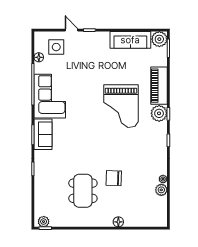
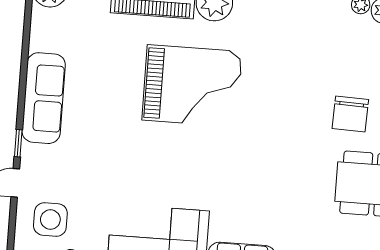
sofa: (130, 40) -> (44, 98), moved

